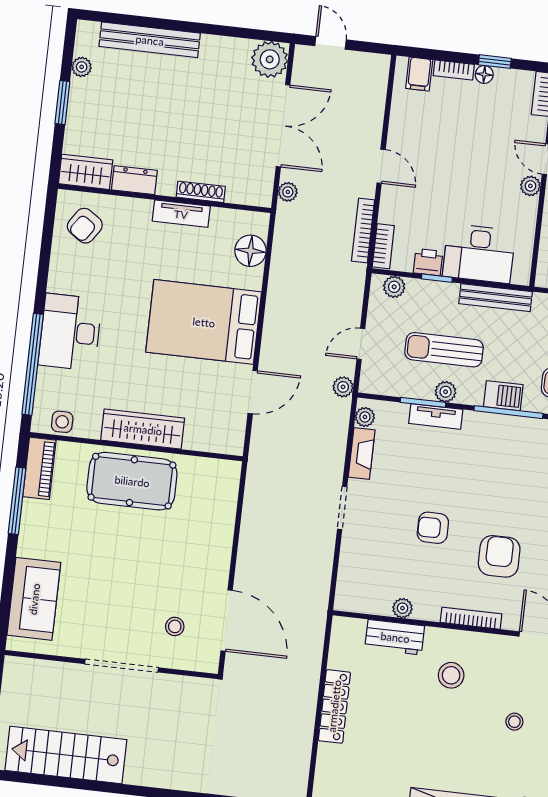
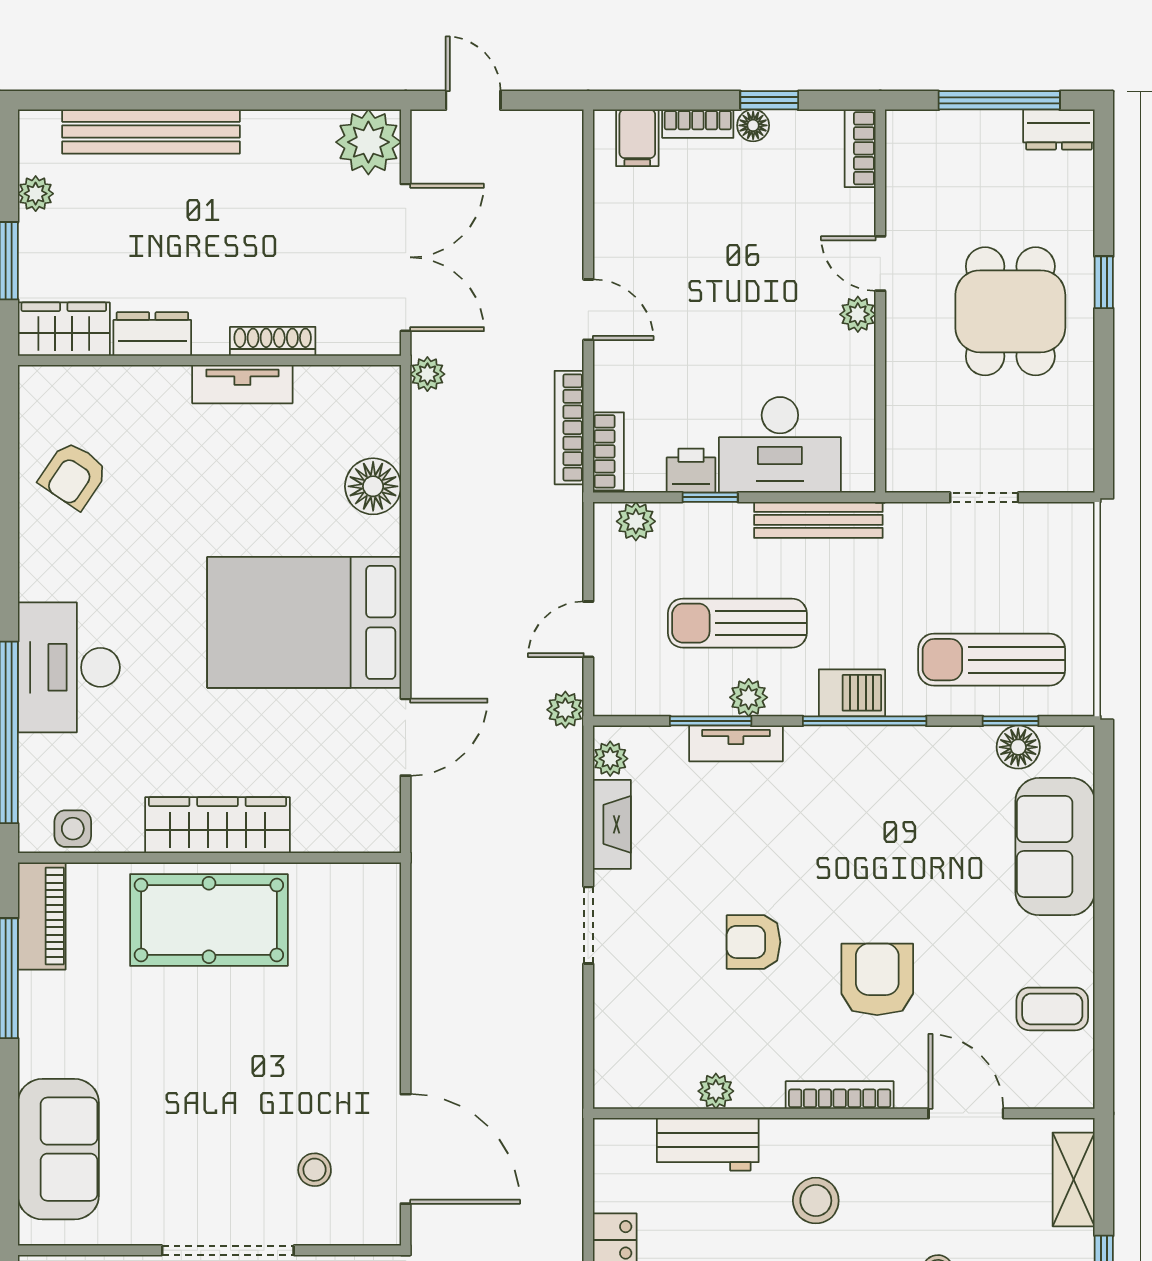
wardrobe: (86, 172) -> (64, 329), moved
dresser: (134, 180) -> (152, 334), moved
shoe rack: (201, 192) -> (273, 341), moved
wall: (164, 198) -> (209, 360), moved
tv unit: (181, 214) -> (242, 384), moved

